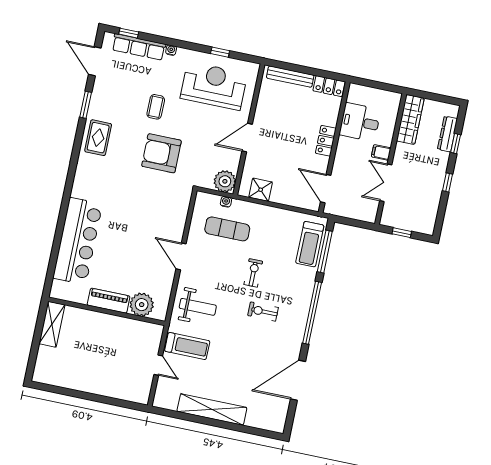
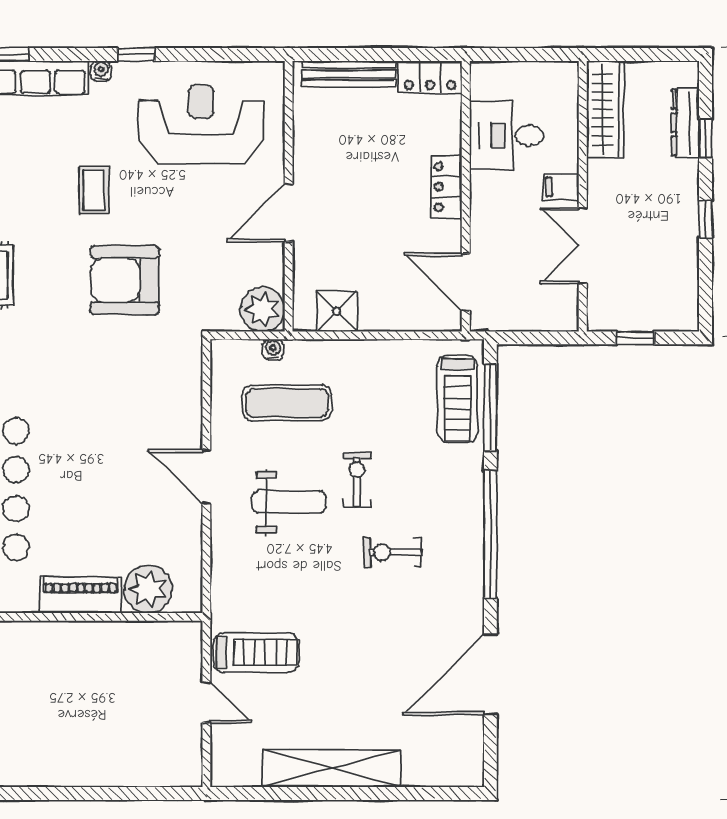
window: (220, 52) -> (136, 54), moved
weight bench: (198, 307) -> (289, 502), moved

